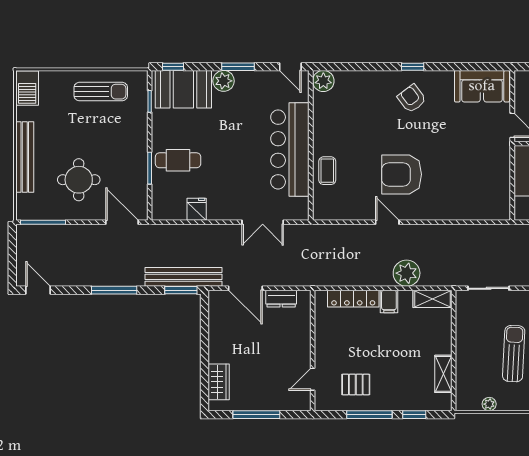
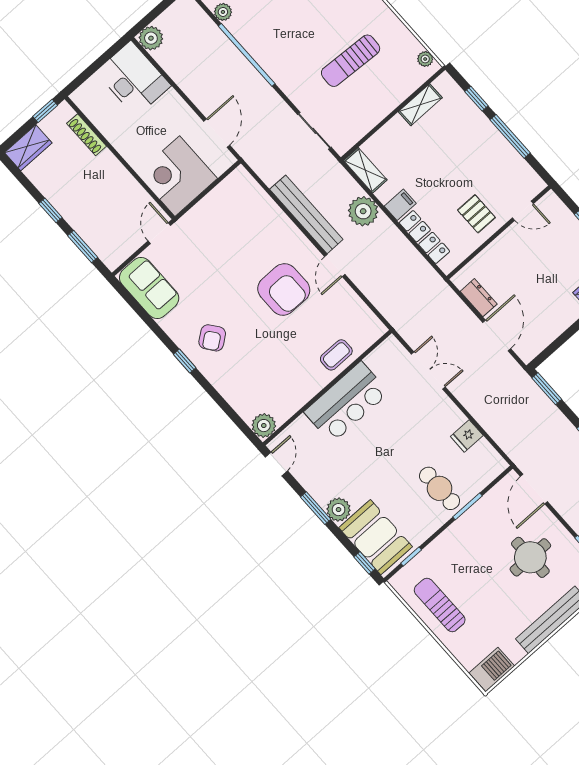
bar counter: (290, 149) -> (347, 402), width x0.73
bench: (184, 277) -> (306, 214), moved
pallet: (356, 384) -> (476, 214), moved
plant: (489, 404) -> (425, 59), moved

